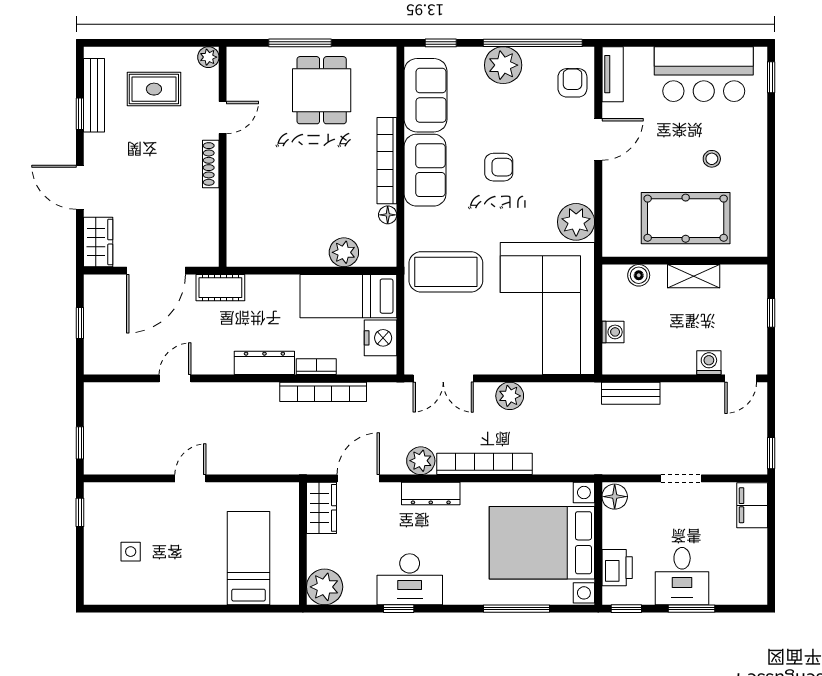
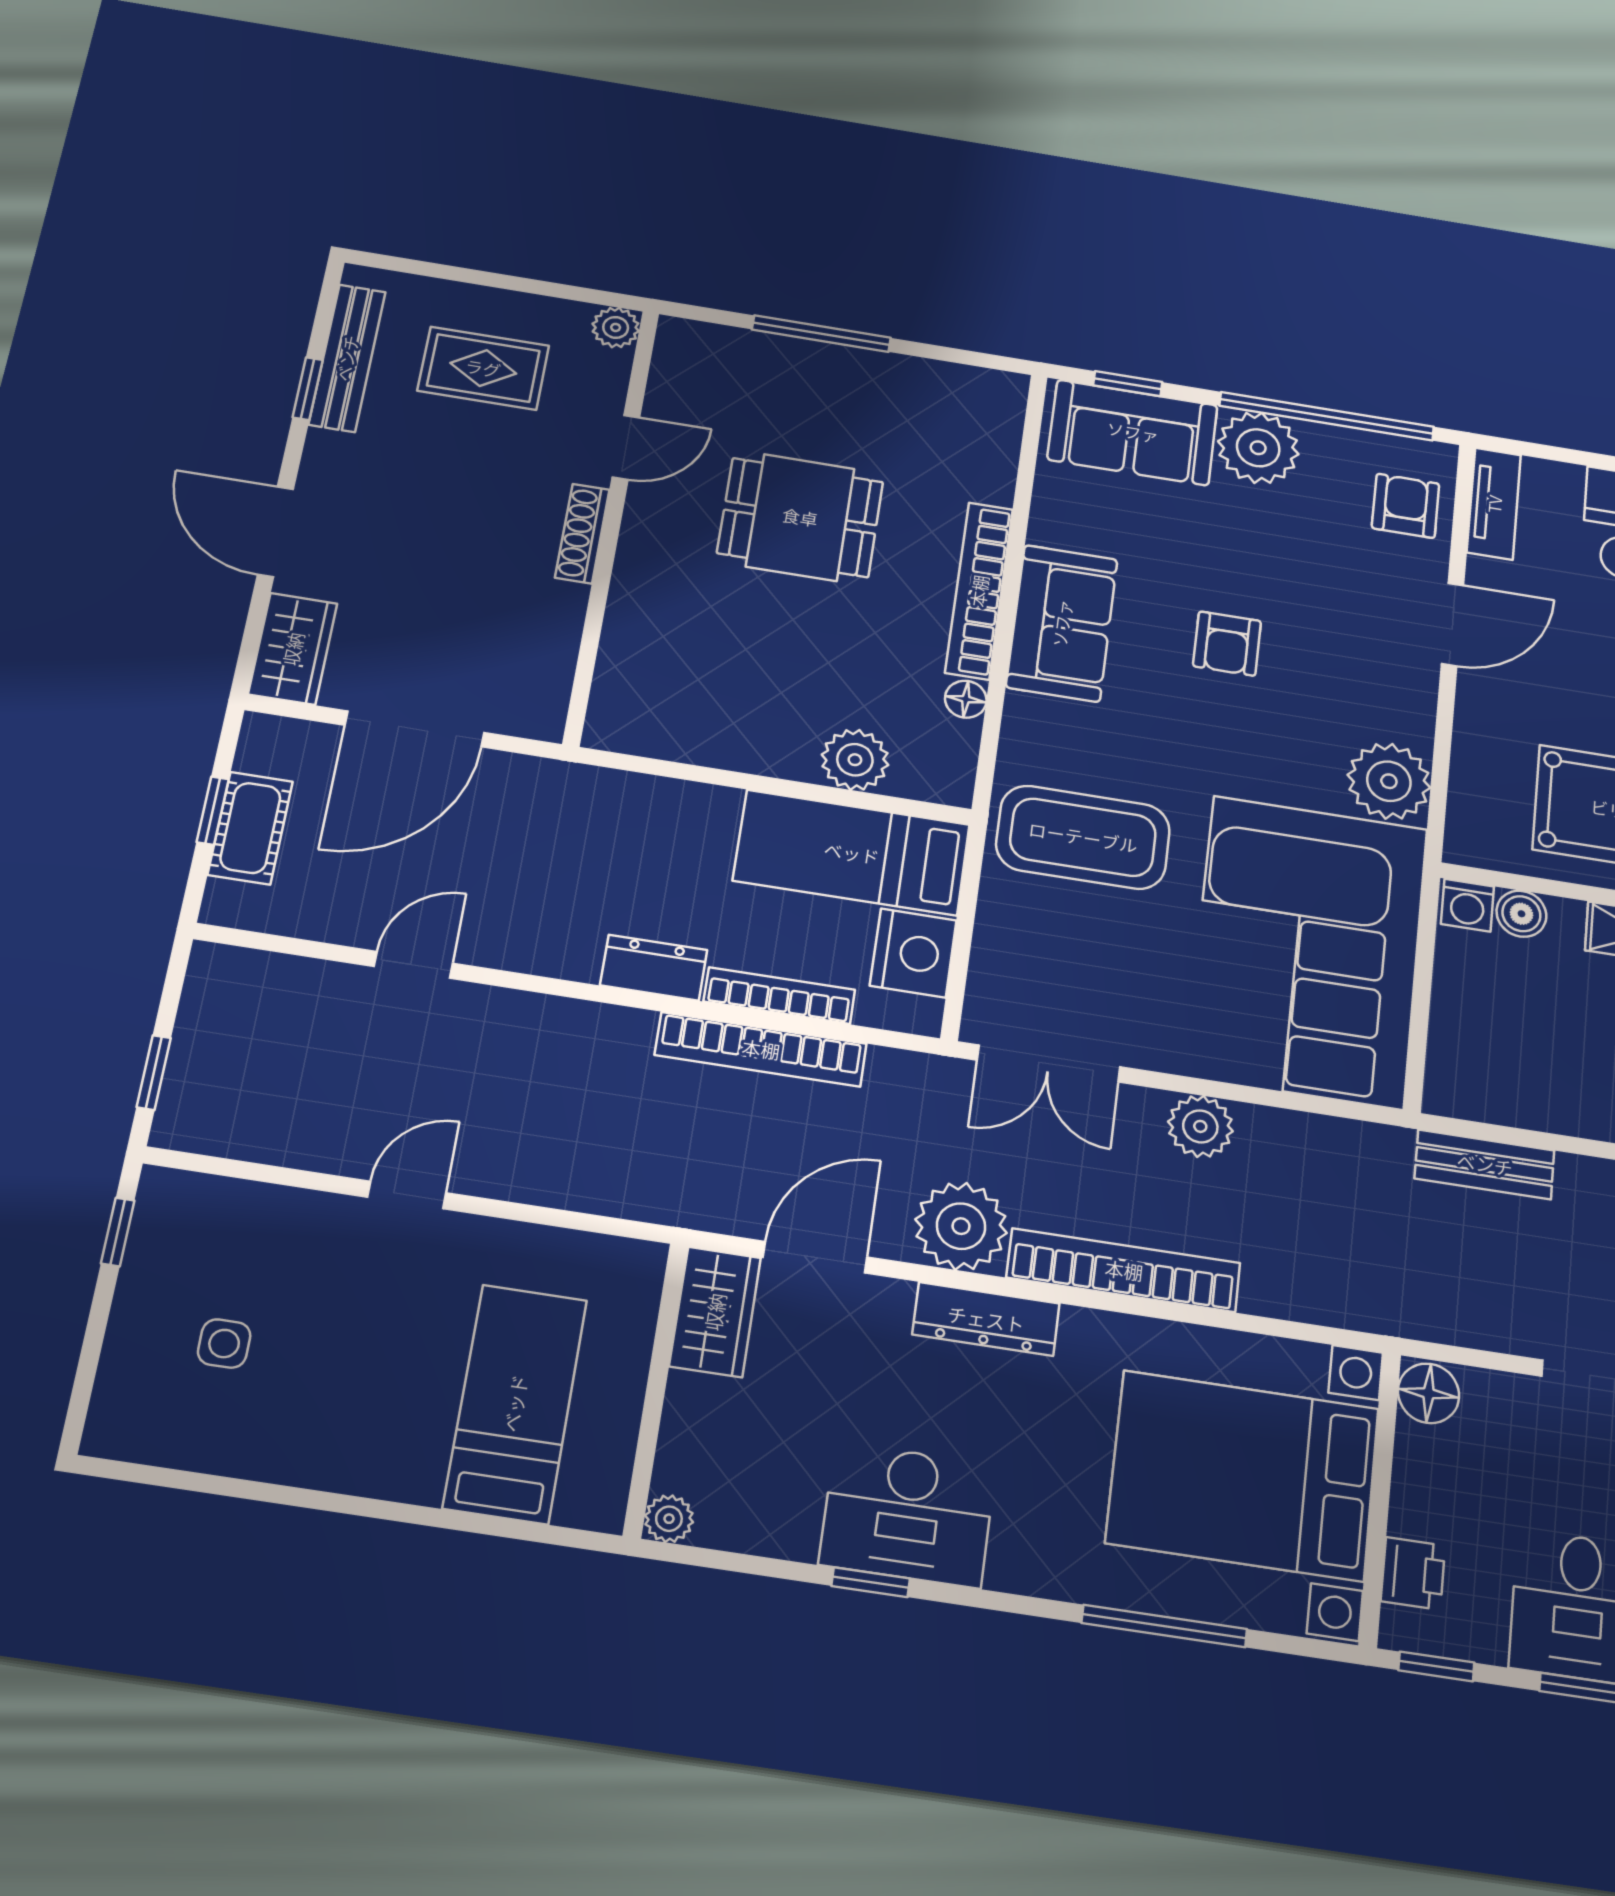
dining table: (322, 90) -> (800, 517), moved, turned 90
sofa: (425, 95) -> (1133, 432), moved, turned 90
armchair: (499, 167) -> (1227, 644), turned 90
cot: (220, 288) -> (250, 828), moved, turned 90
washing machine: (613, 332) -> (1467, 905), moved, turned 90
dresser: (264, 363) -> (654, 968), width x0.70
bookcase: (316, 367) -> (779, 996), width x1.56
plant: (421, 461) -> (961, 1226), width x1.36, depth x1.36
printer: (617, 568) -> (1413, 1573), width x0.73, depth x0.81
plant: (325, 587) -> (669, 1519), width x0.53, depth x0.53

